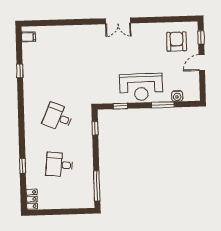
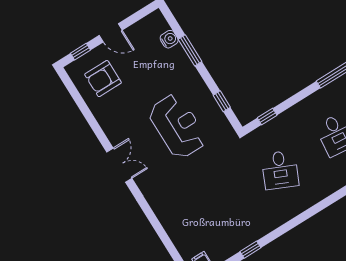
reception desk: (141, 87) -> (178, 126), moved

